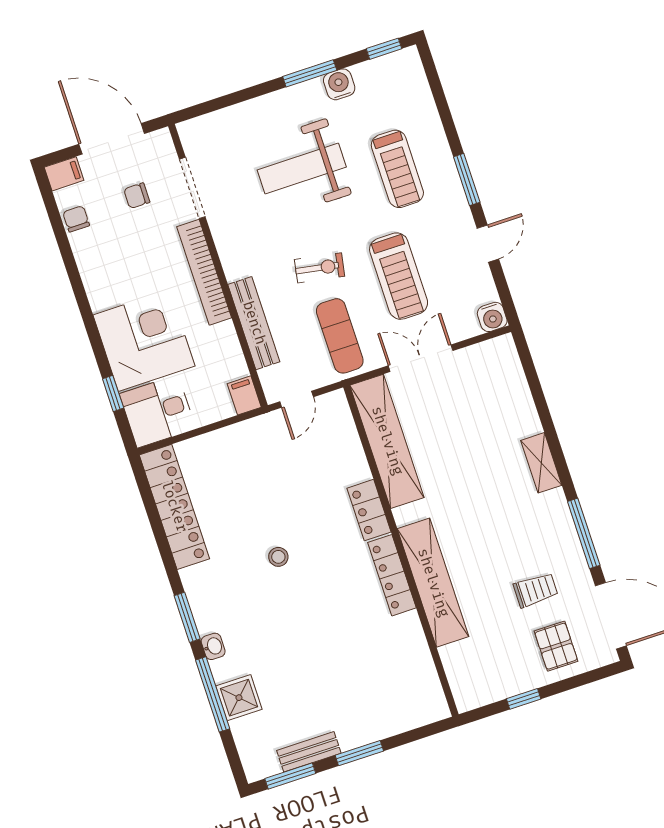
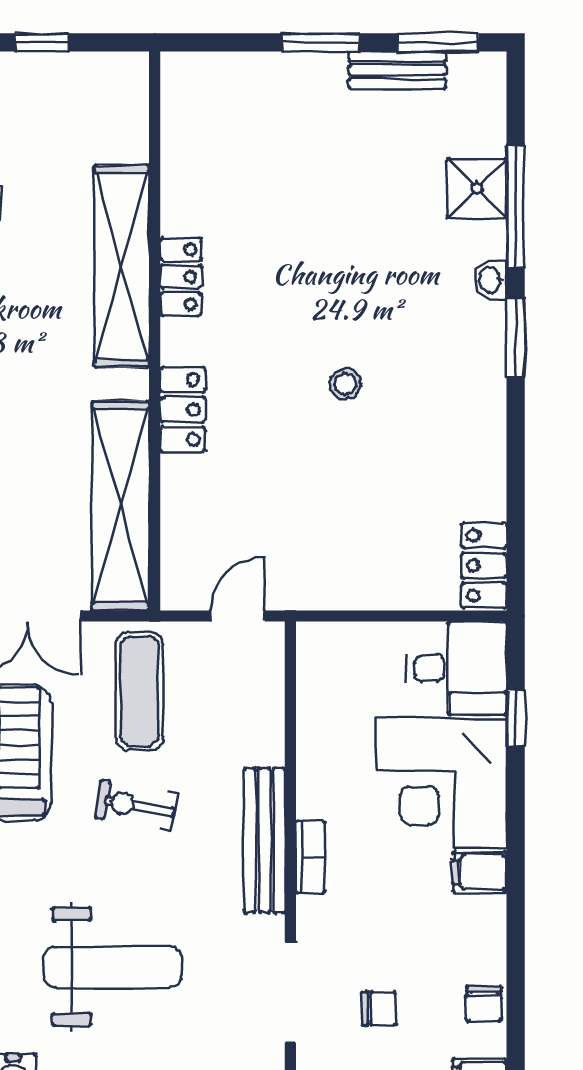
bookcase: (204, 272) -> (310, 857), width x0.43, depth x0.76
bench: (254, 323) -> (265, 840), moved
filing cabinet: (244, 395) -> (480, 872), moved, turned 90
locker: (174, 507) -> (484, 565), width x0.46, depth x0.83
locker: (392, 575) -> (181, 277), width x0.66

